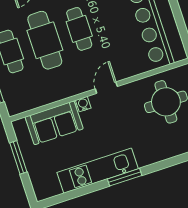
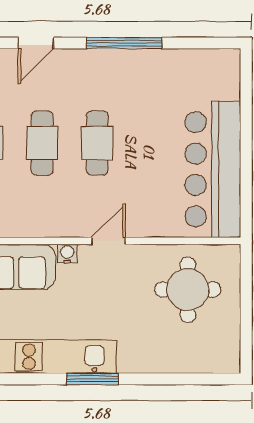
cafe table: (45, 40) -> (42, 143), width x0.73, depth x0.74

